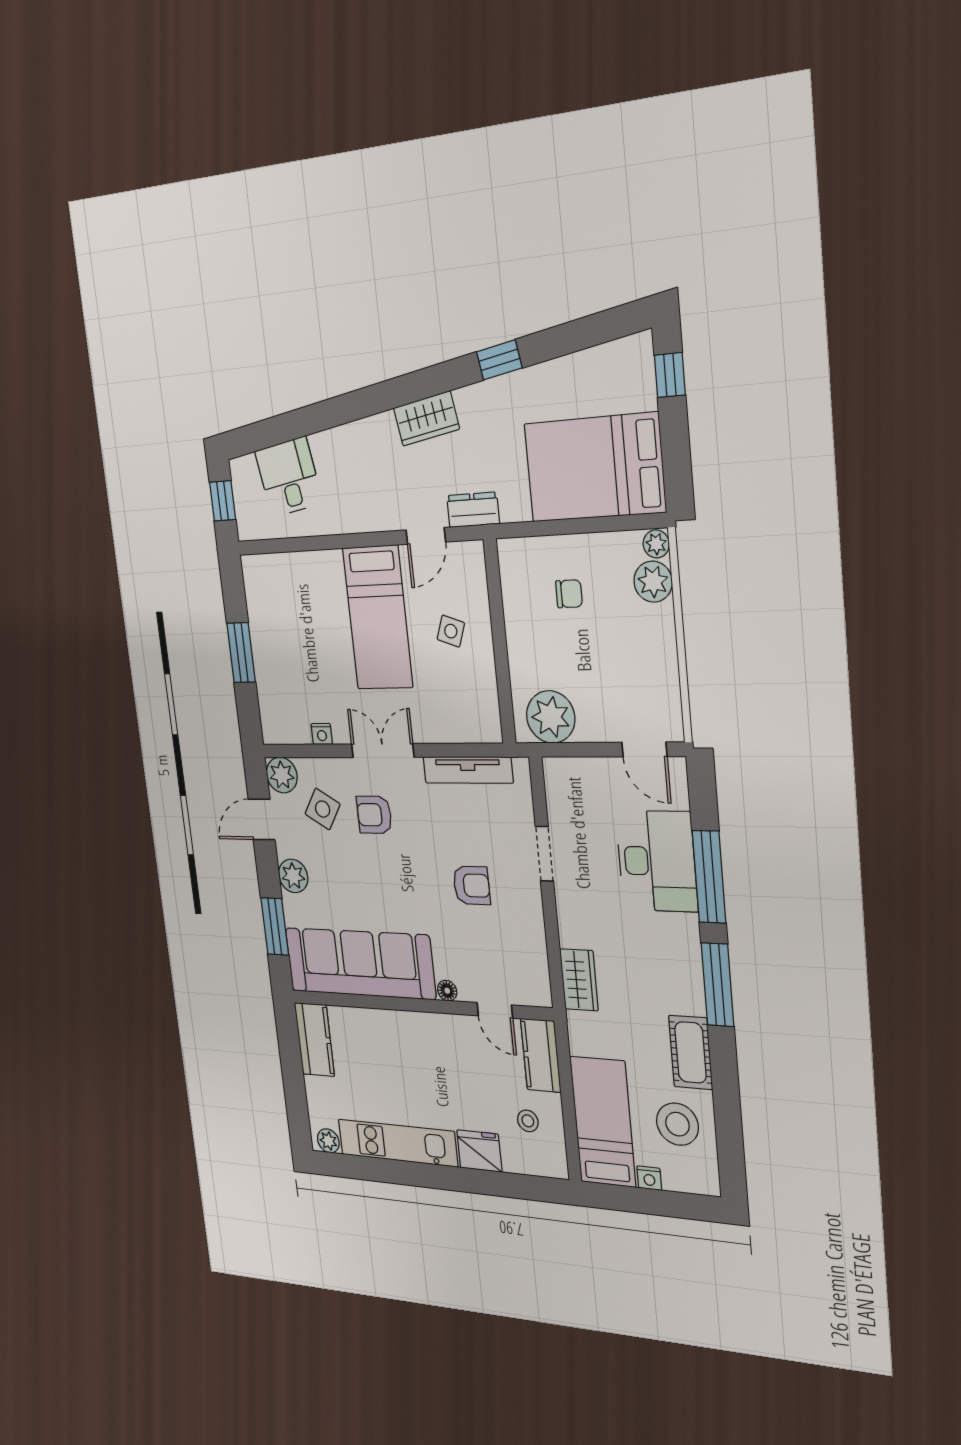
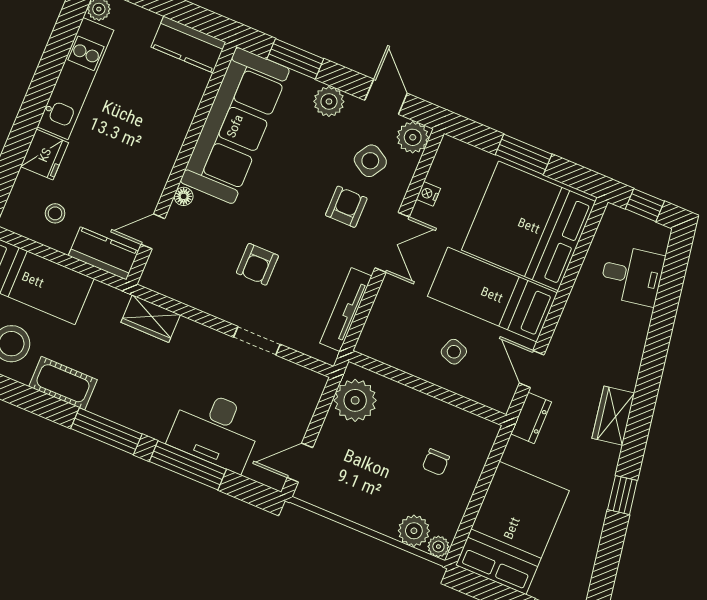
bed: (299, 613) -> (529, 226), added

